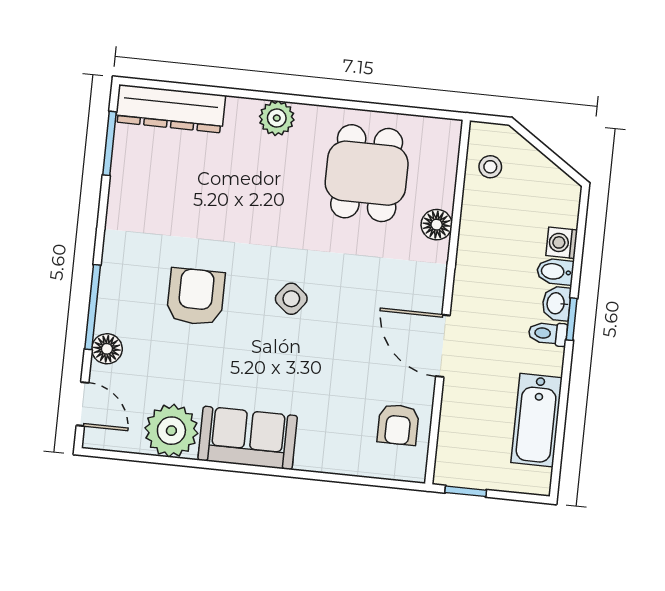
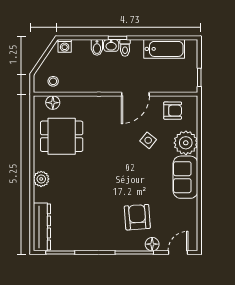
floor lamp: (437, 225) -> (53, 103), moved
washing machine: (562, 243) -> (65, 46), moved
armchair: (196, 297) -> (137, 217), moved, turned 86
side table: (291, 299) -> (148, 140), moved
plant: (171, 431) -> (186, 143), moved

